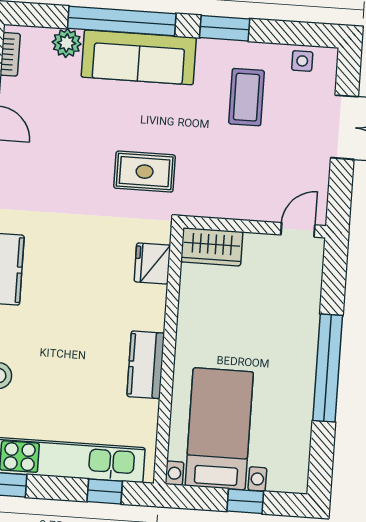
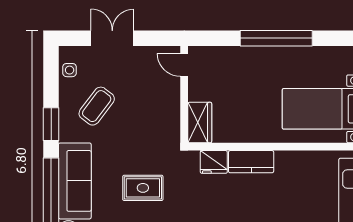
coffee table: (246, 97) -> (97, 106), turned -53
rug: (145, 172) -> (143, 188), moved, turned 90
kitchen counter: (146, 365) -> (251, 162), moved

